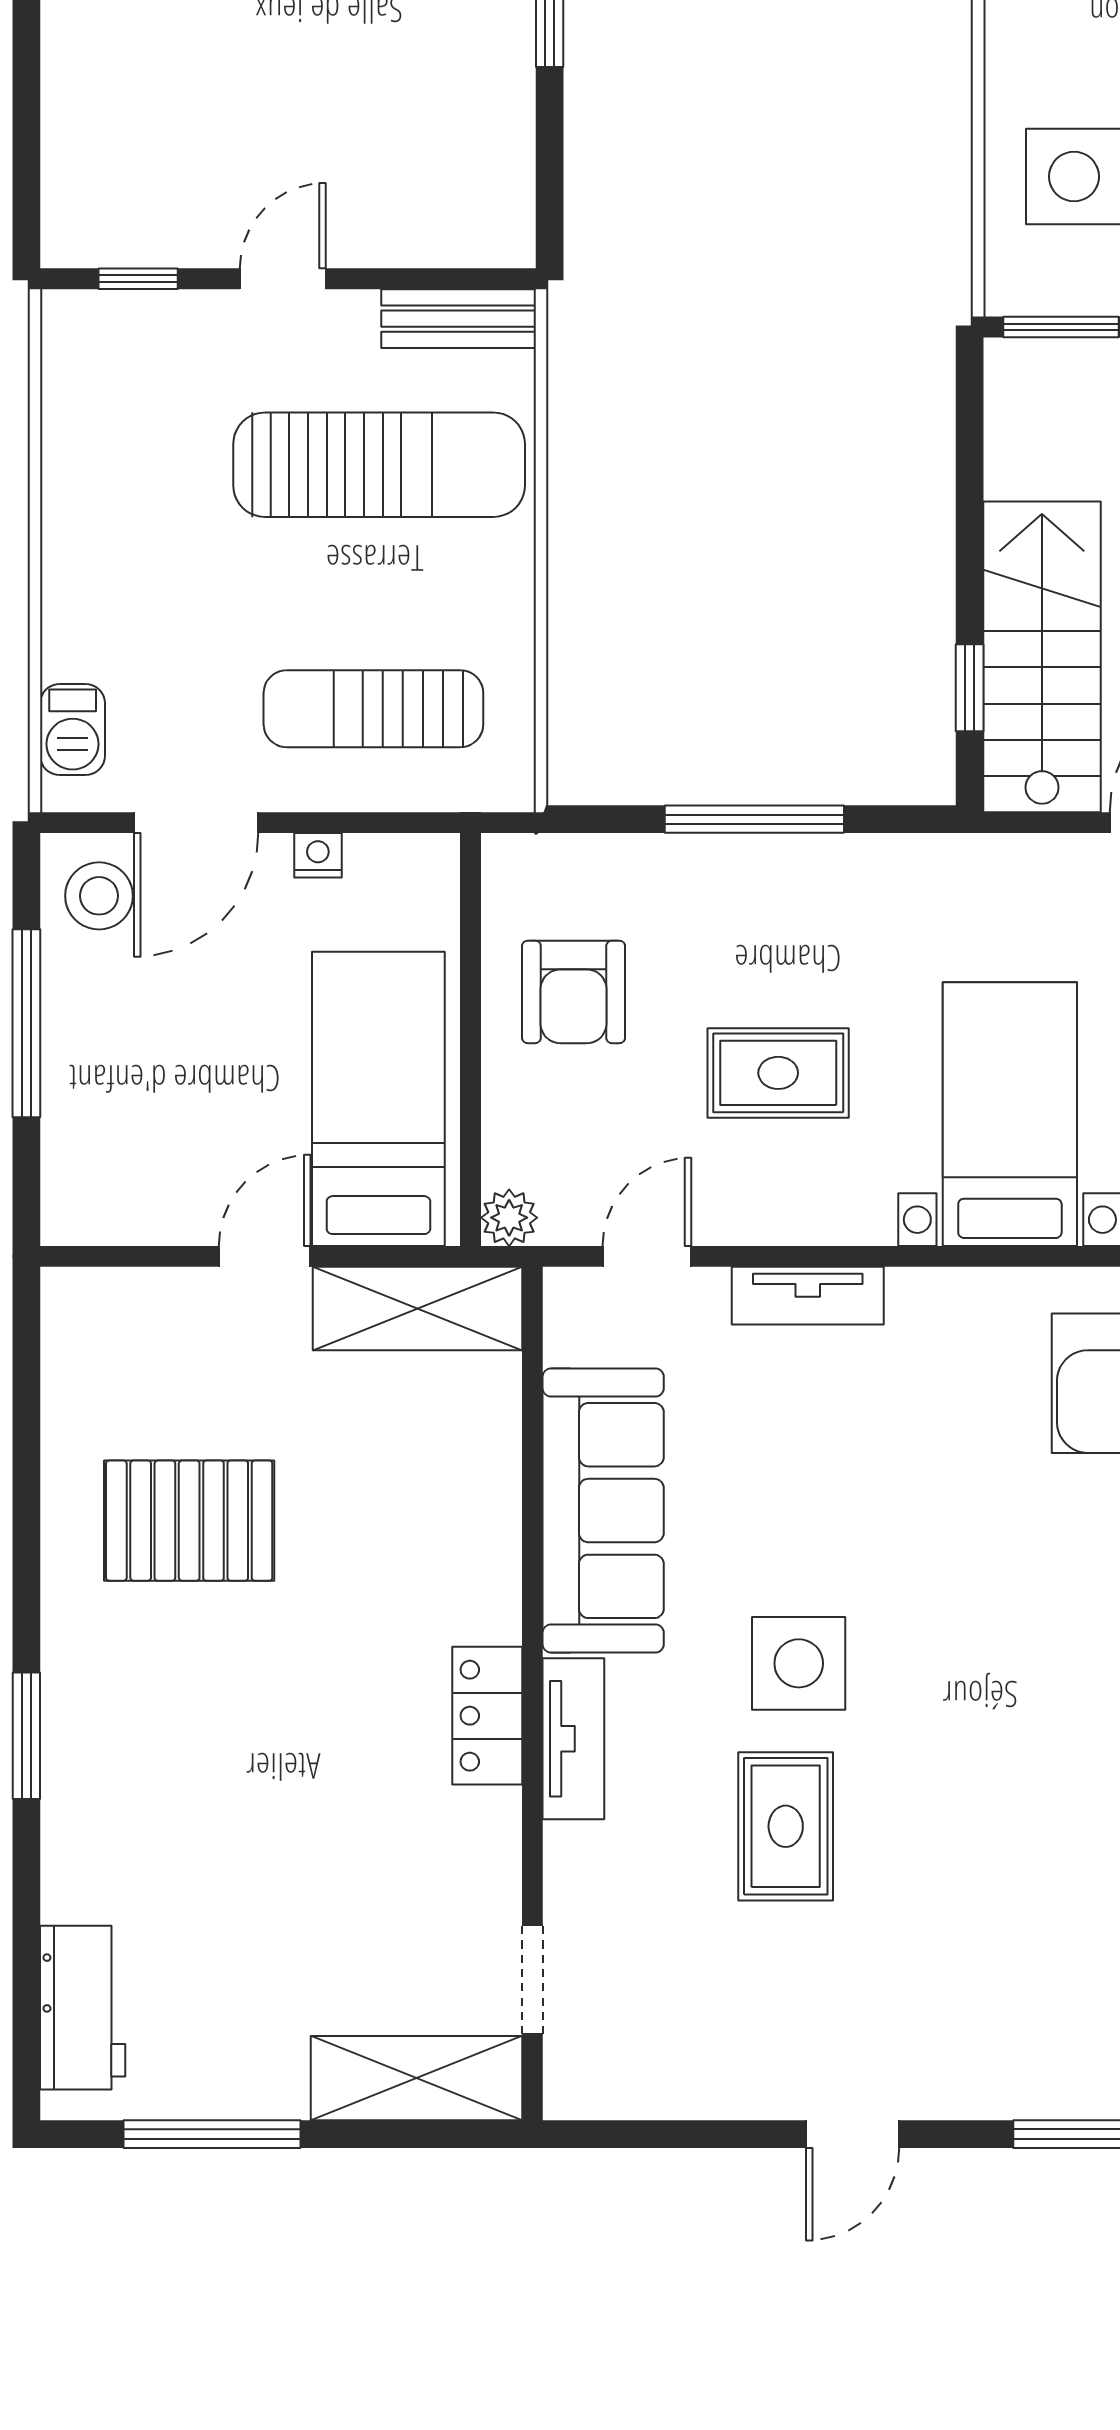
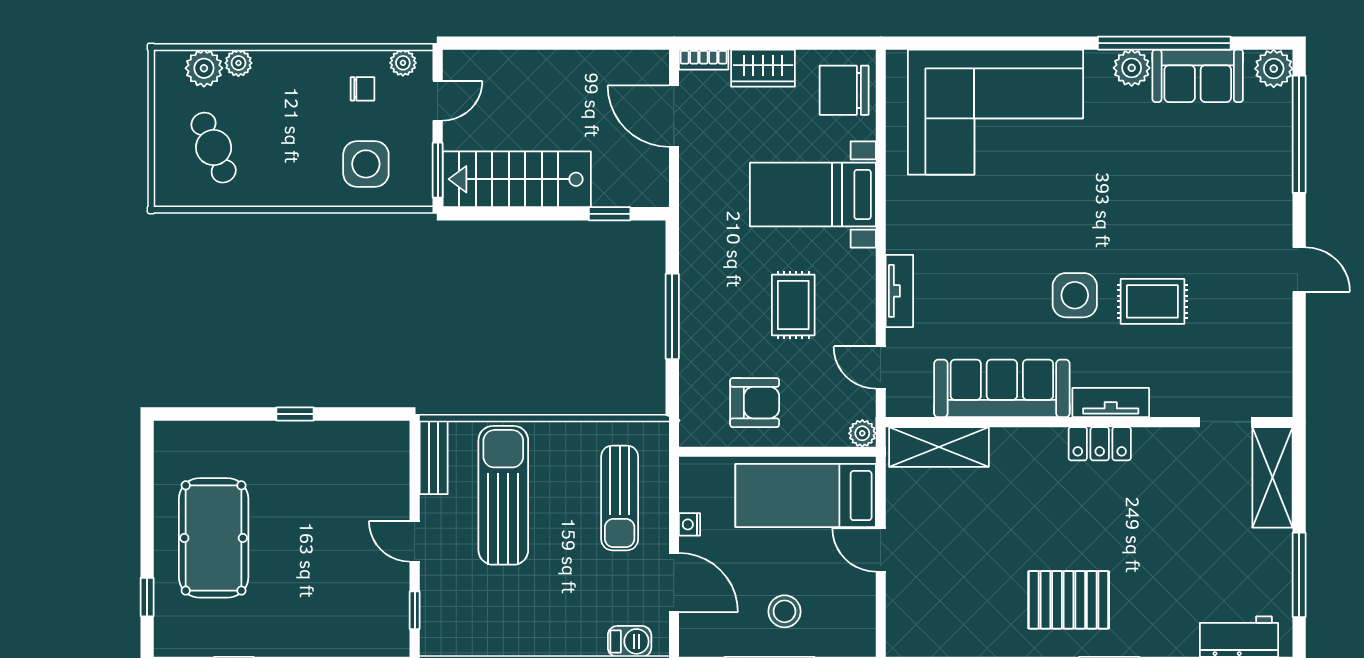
stairs: (1042, 657) -> (517, 179), moved
stool: (99, 896) -> (784, 611), moved
shelving: (418, 1308) -> (939, 447), moved, turned 90
pallet: (189, 1521) -> (1069, 600), moved, turned 90

